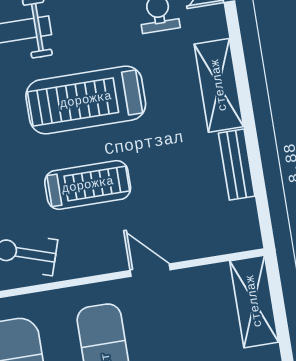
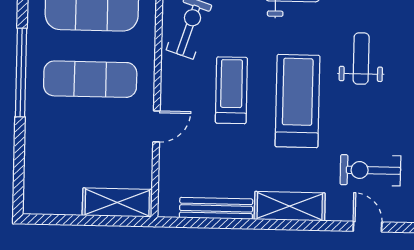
bench: (237, 165) -> (216, 208), width x1.36
treadmill: (88, 185) -> (231, 90), turned 180

